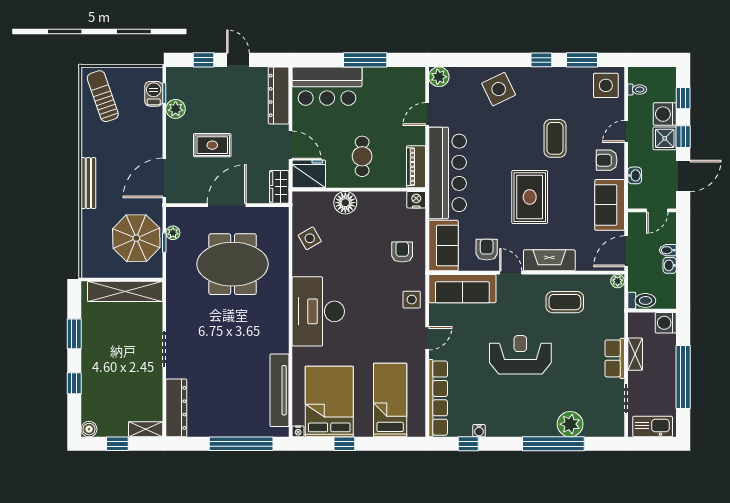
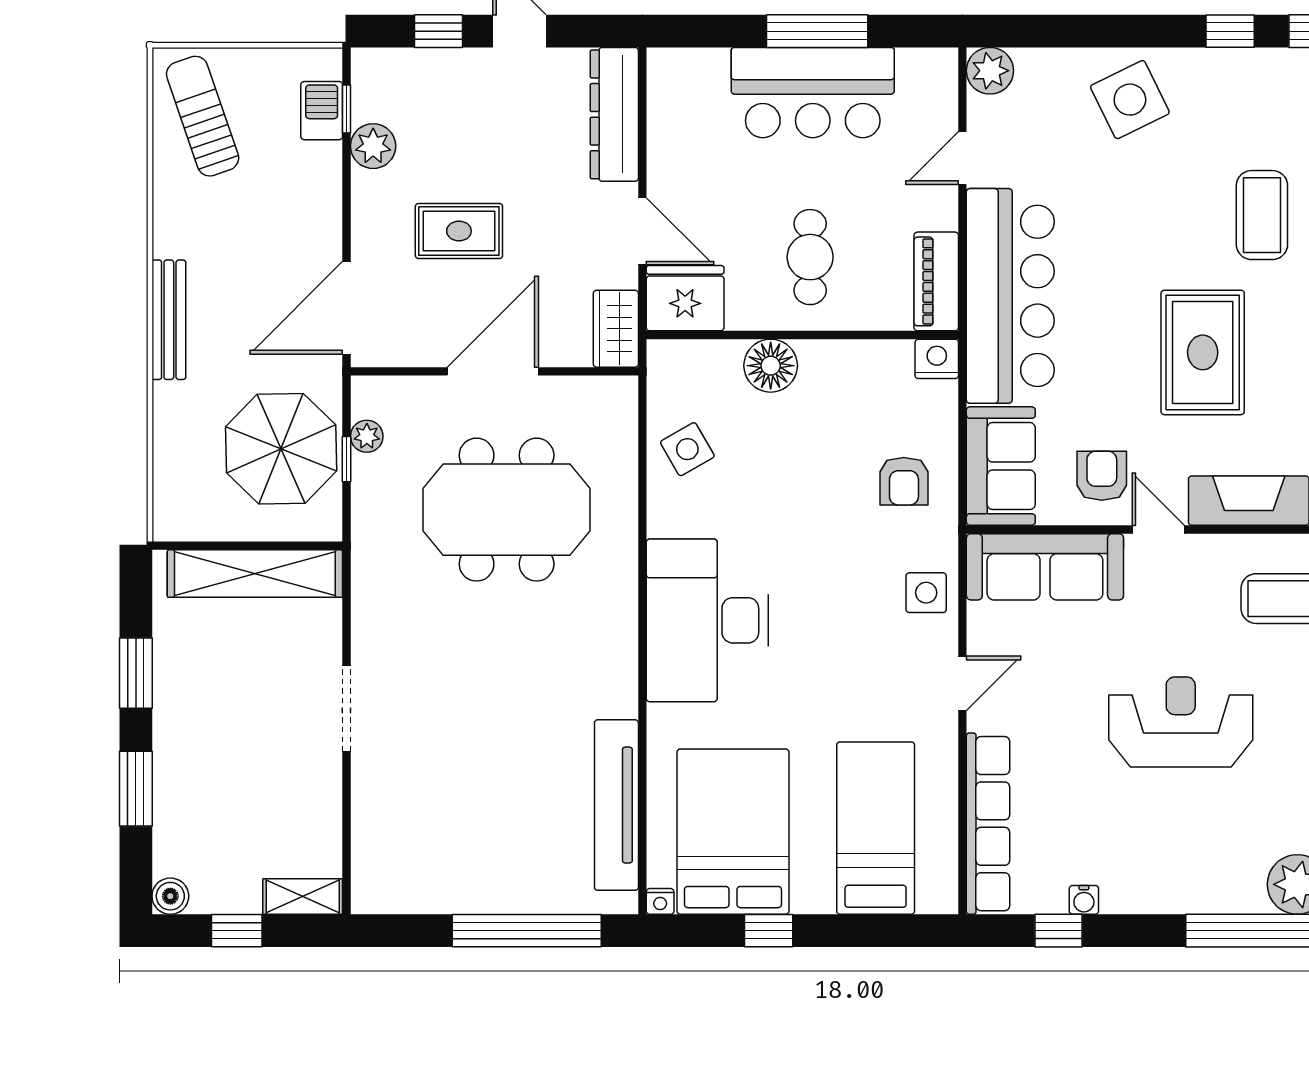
bar counter: (327, 86) -> (813, 93), moved
armchair: (402, 252) -> (904, 481), turned 180
window: (74, 383) -> (136, 789), width x1.50
dresser: (176, 408) -> (375, 846), removed

